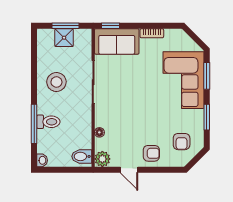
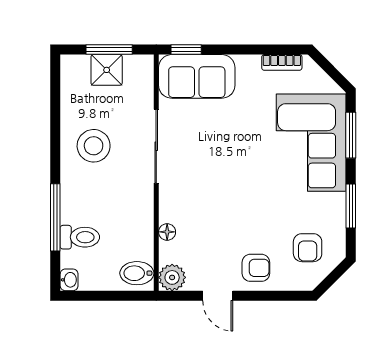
bookcase: (152, 33) -> (282, 62), moved
toilet: (48, 122) -> (80, 237), moved

